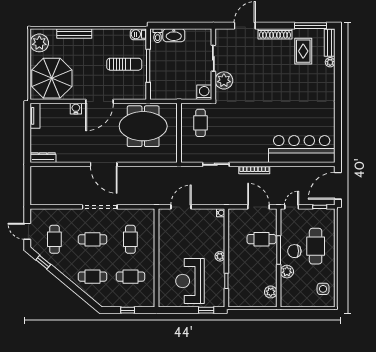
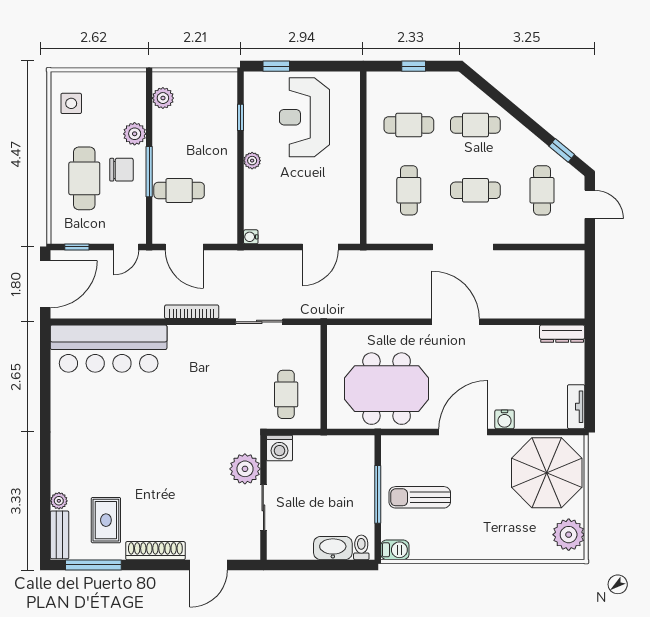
bench: (74, 33) -> (507, 551), removed
reception desk: (190, 281) -> (304, 117), turned 180

